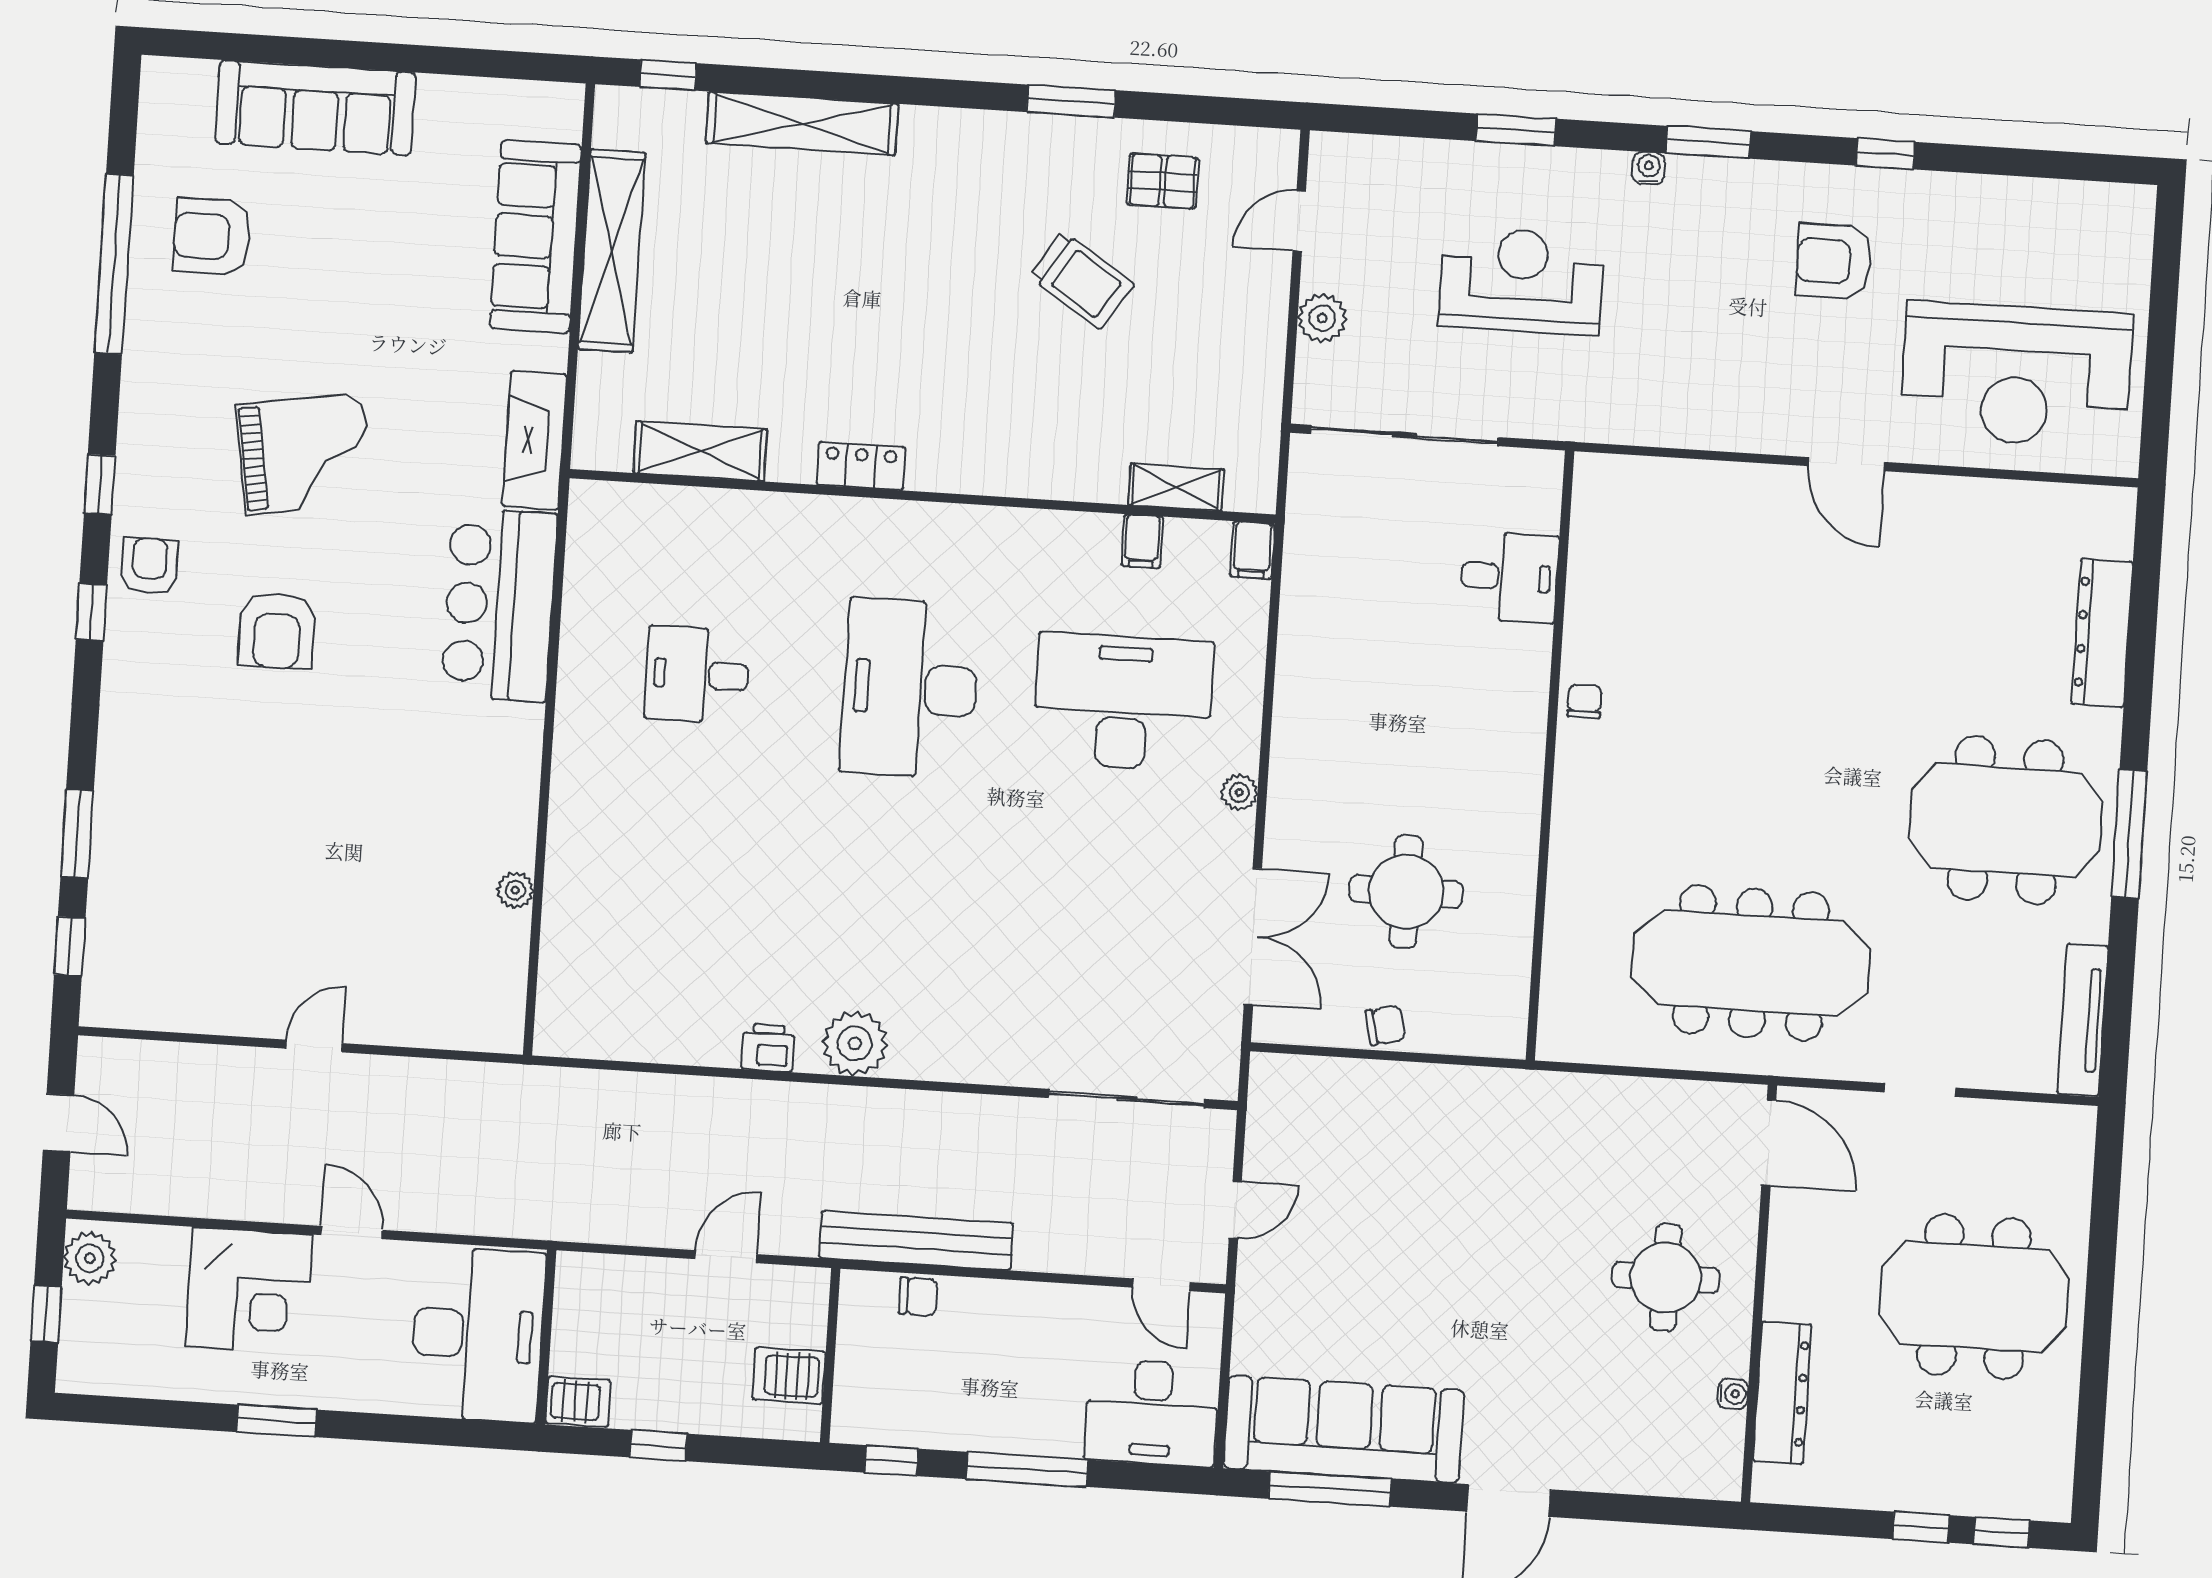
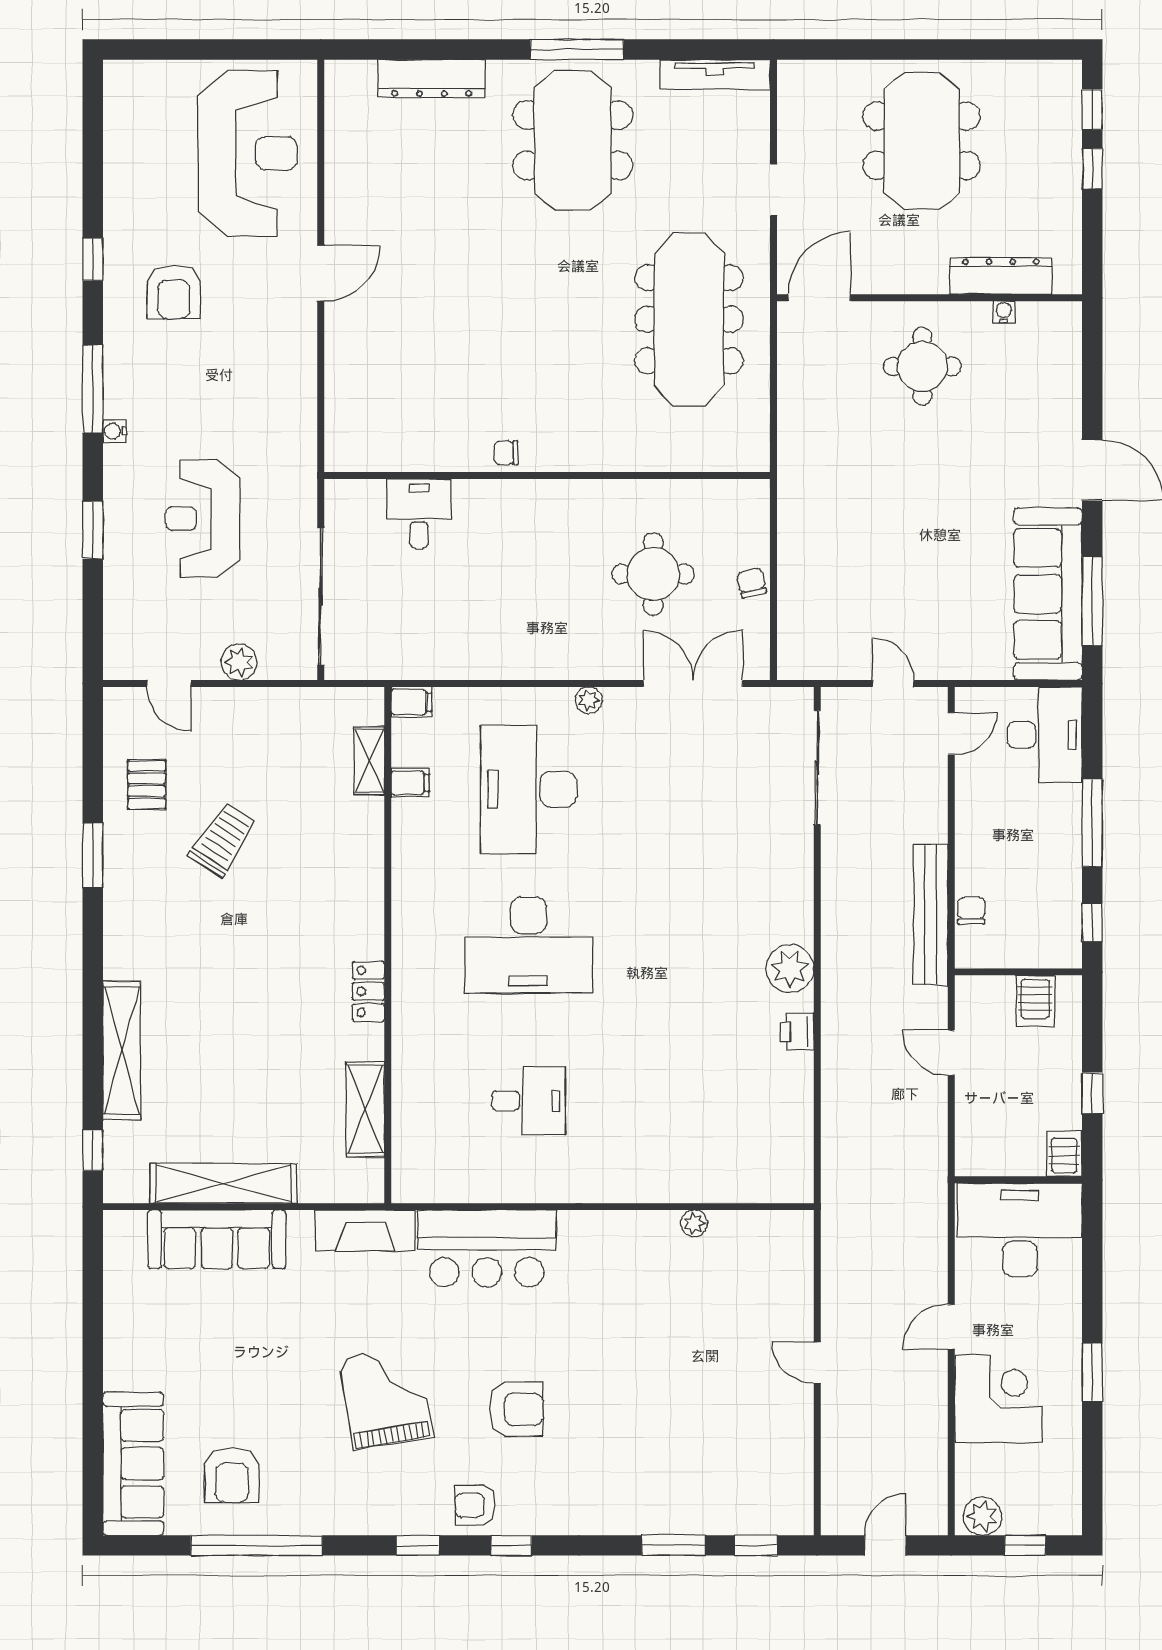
sofa: (316, 108) -> (133, 1464), moved
window: (1708, 142) -> (93, 389), width x1.44
desk: (697, 675) -> (528, 1101), turned -90

